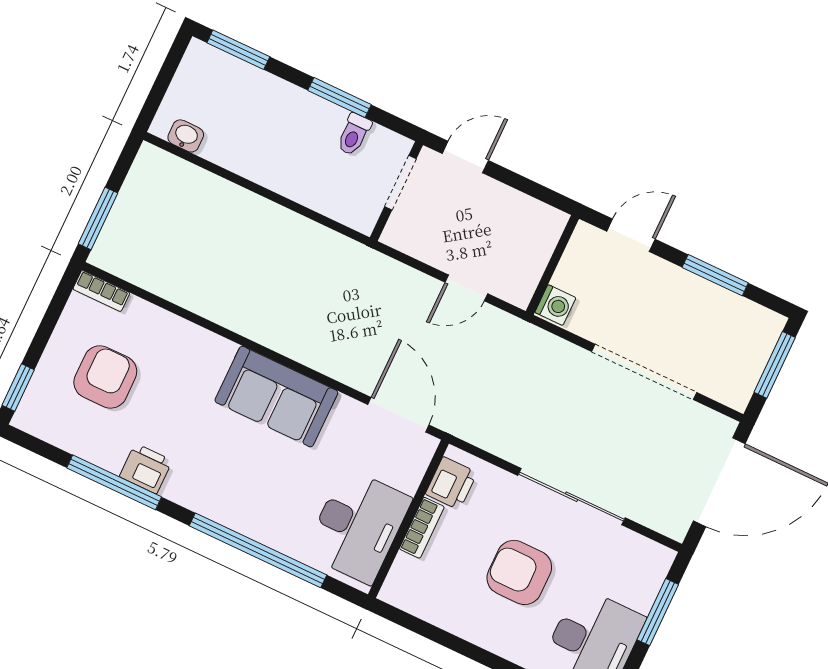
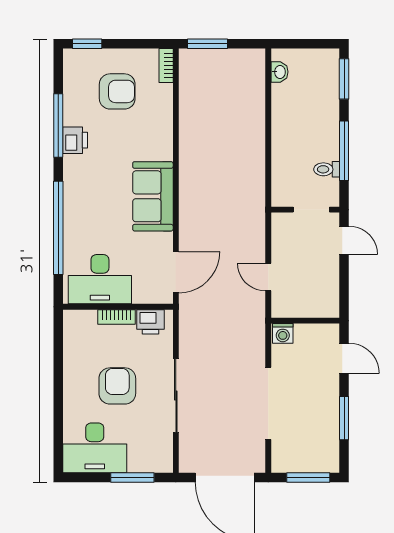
window: (339, 98) -> (344, 151), width x1.44

